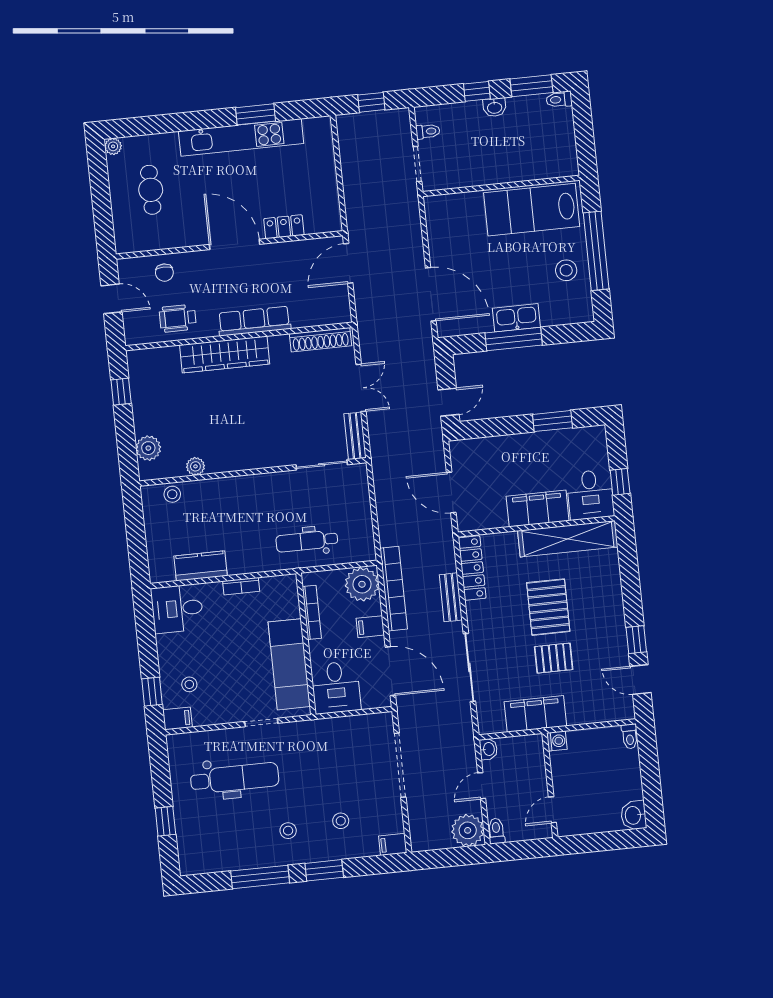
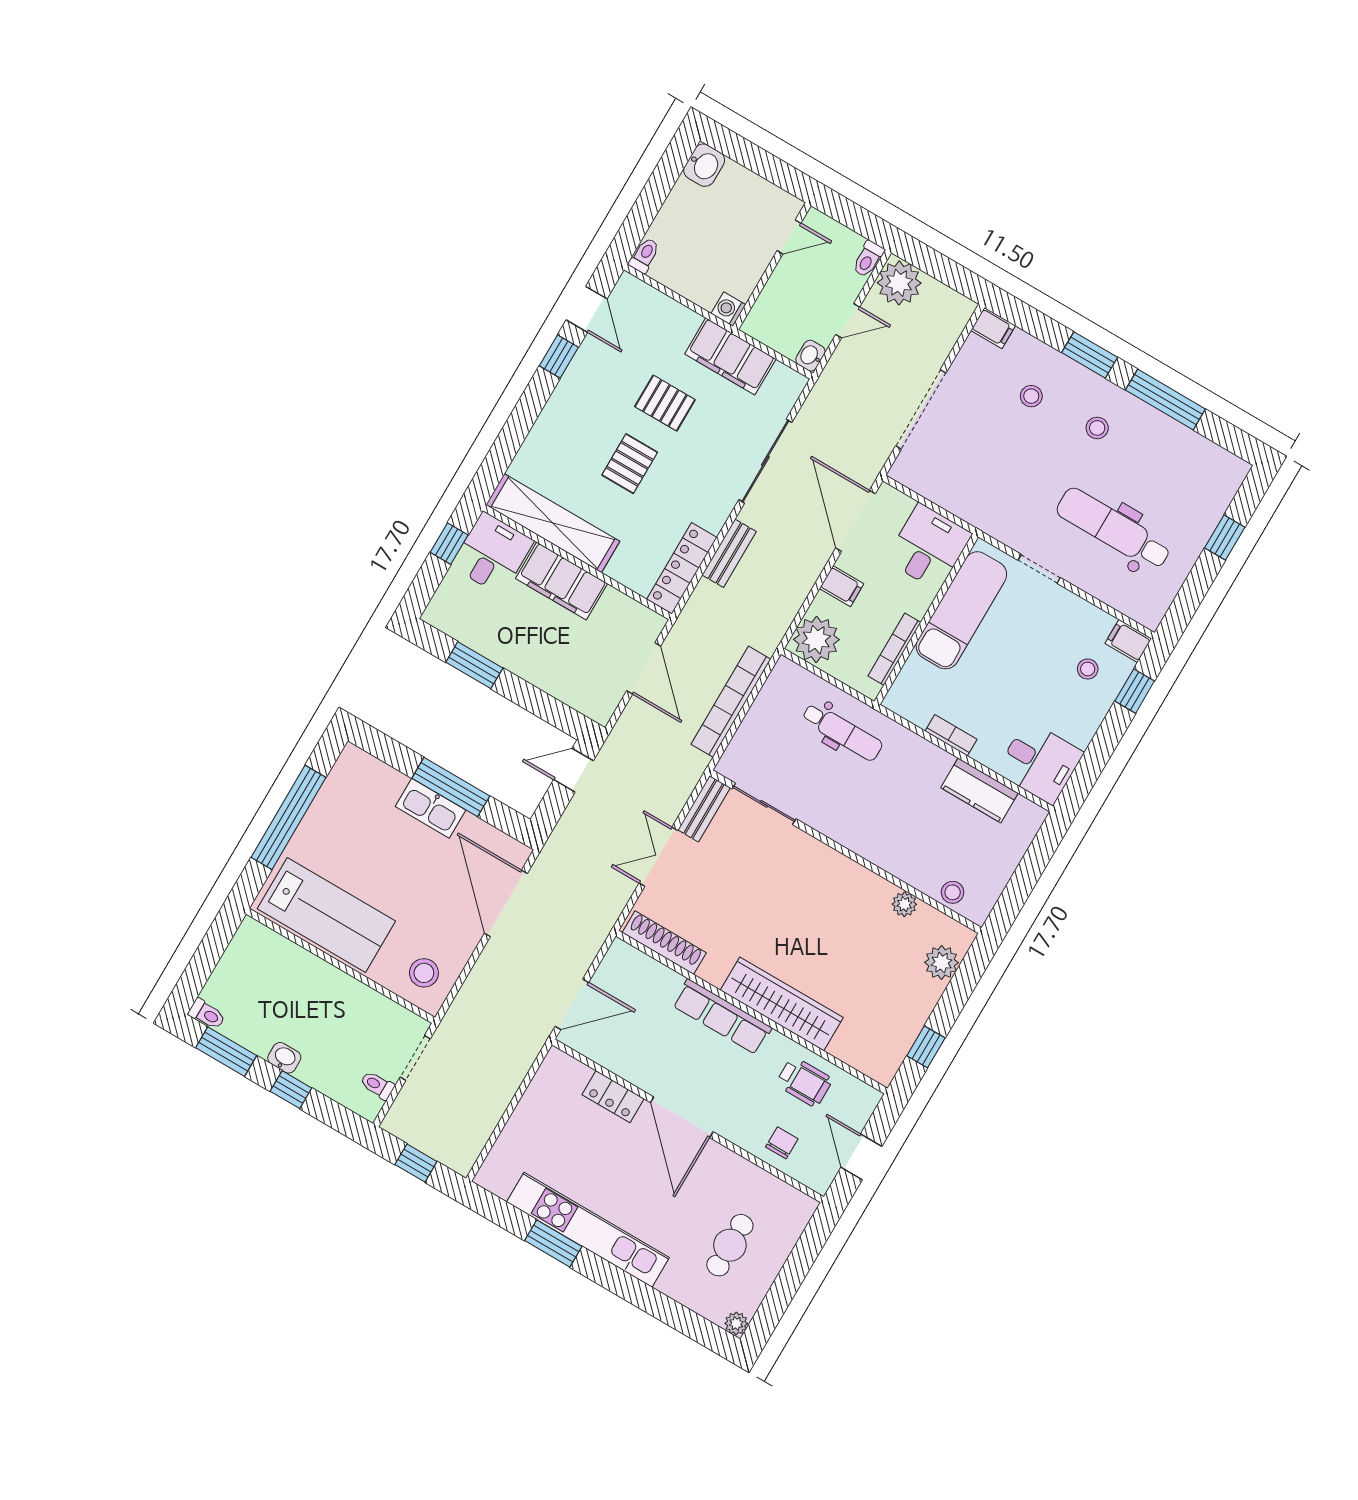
stool: (566, 270) -> (424, 973), moved
bookcase: (394, 589) -> (731, 702), moved
pallet: (548, 607) -> (630, 464), width x0.67, depth x0.71

